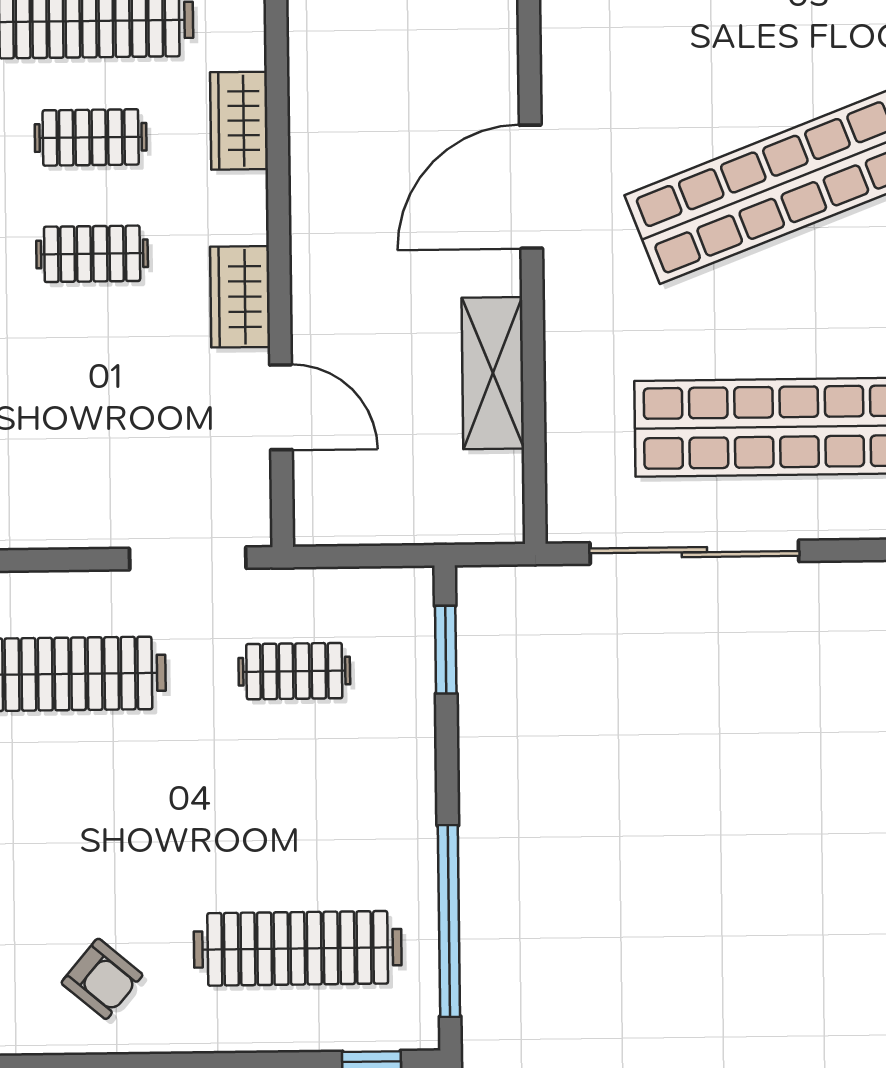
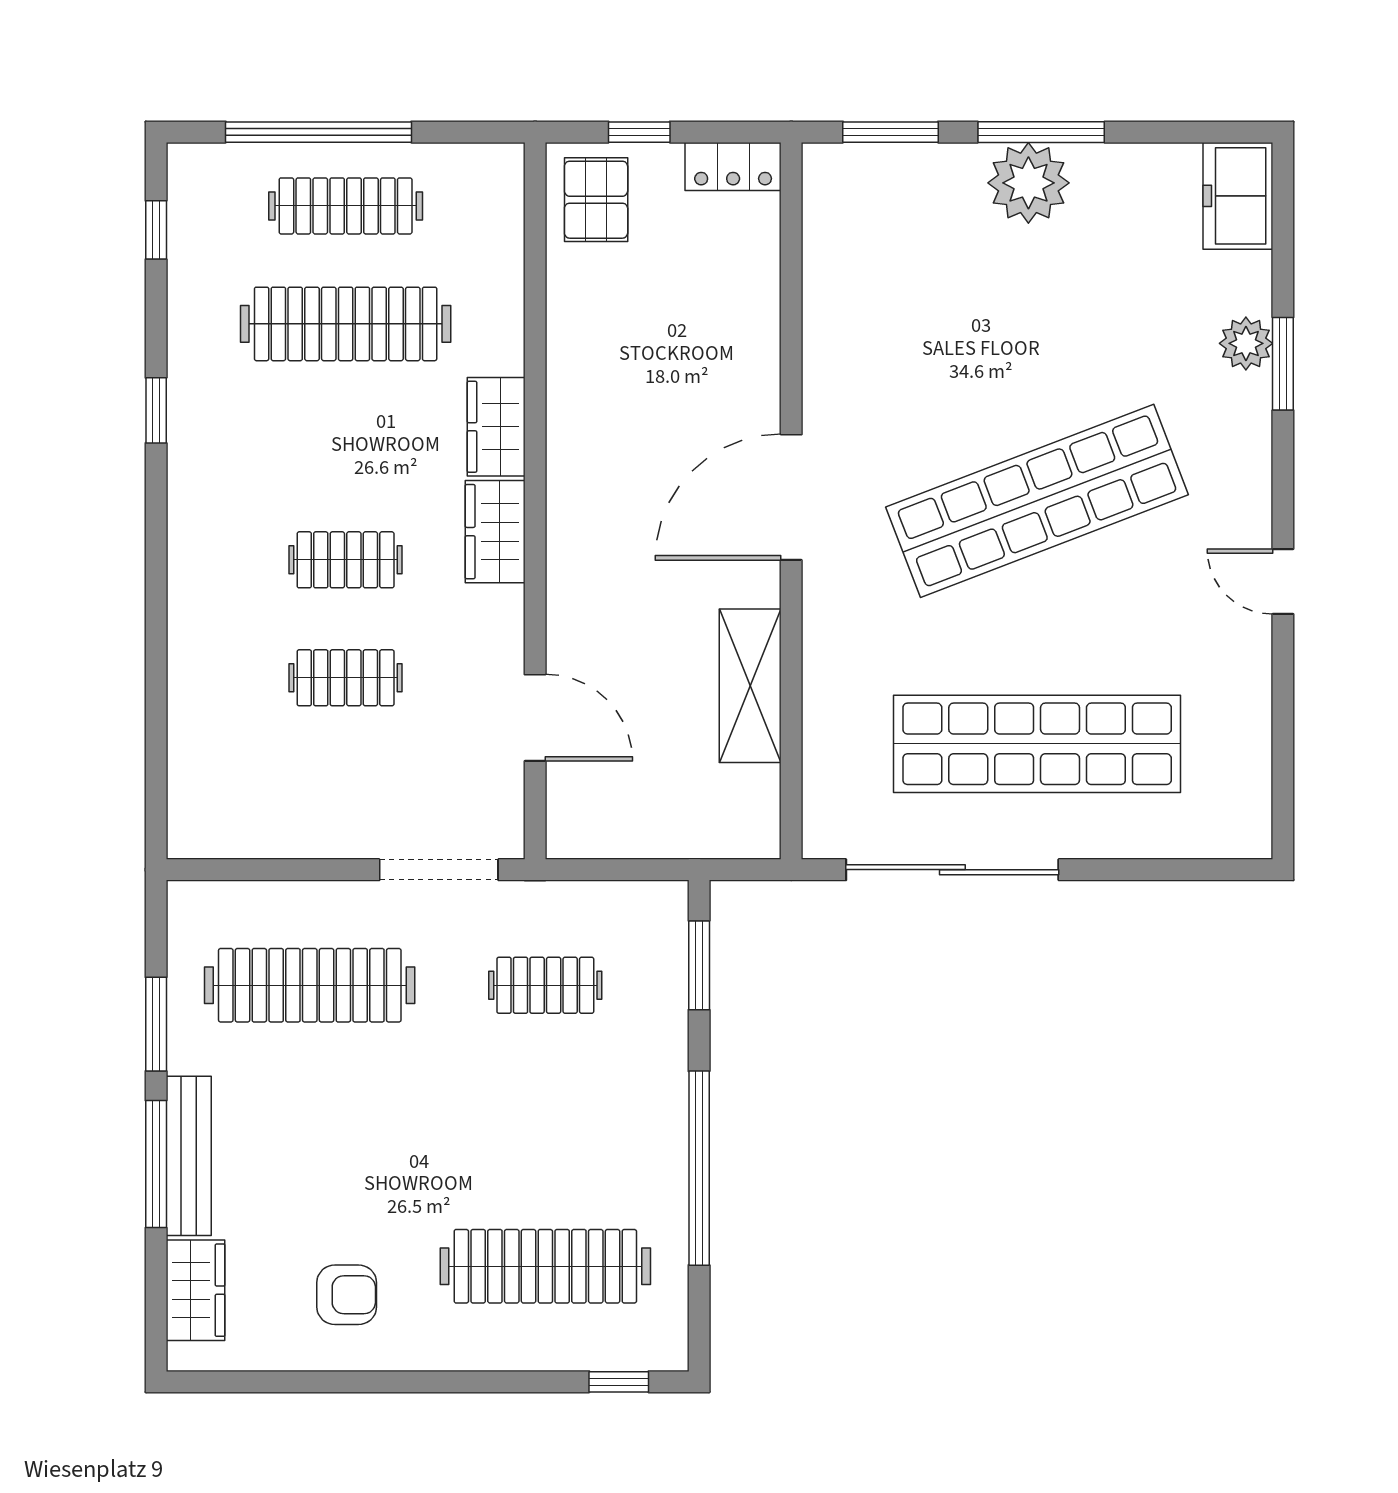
clothes rail: (91, 137) -> (346, 678), moved
wardrobe: (240, 297) -> (495, 532), moved
window: (449, 921) -> (699, 1168), moved
armchair: (102, 979) -> (347, 1295), turned -40

